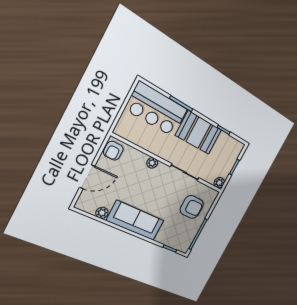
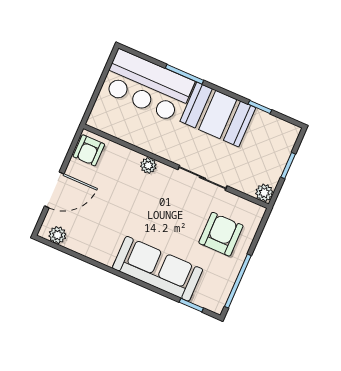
armchair: (192, 207) -> (221, 234), turned -90
plant: (102, 213) -> (57, 235), moved
sofa: (135, 221) -> (158, 269), moved

